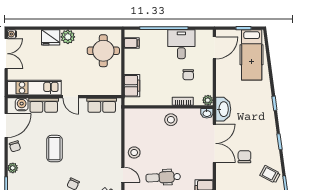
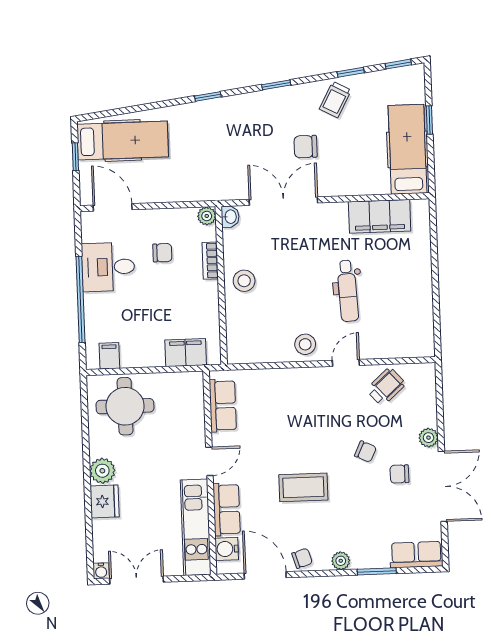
washbasin: (223, 109) -> (222, 188), removed

